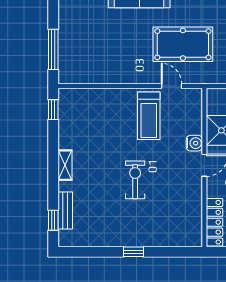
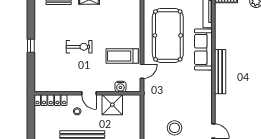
pool table: (183, 44) -> (168, 35), moved, width x1.36, depth x1.32
water cooler: (194, 143) -> (120, 87), moved

